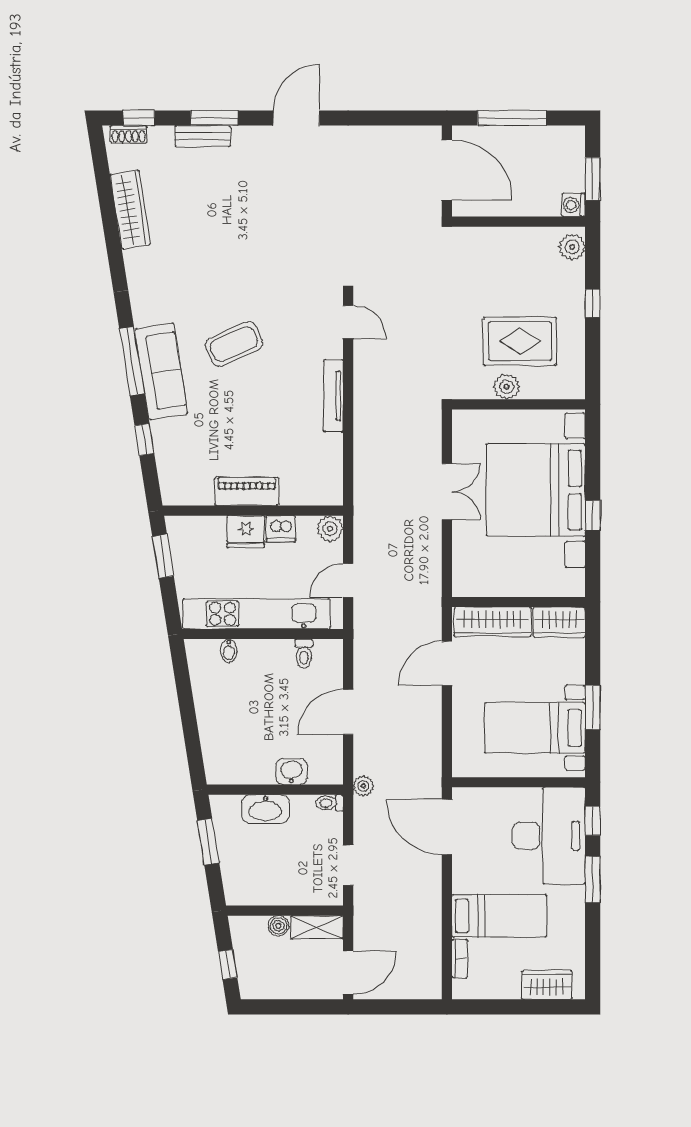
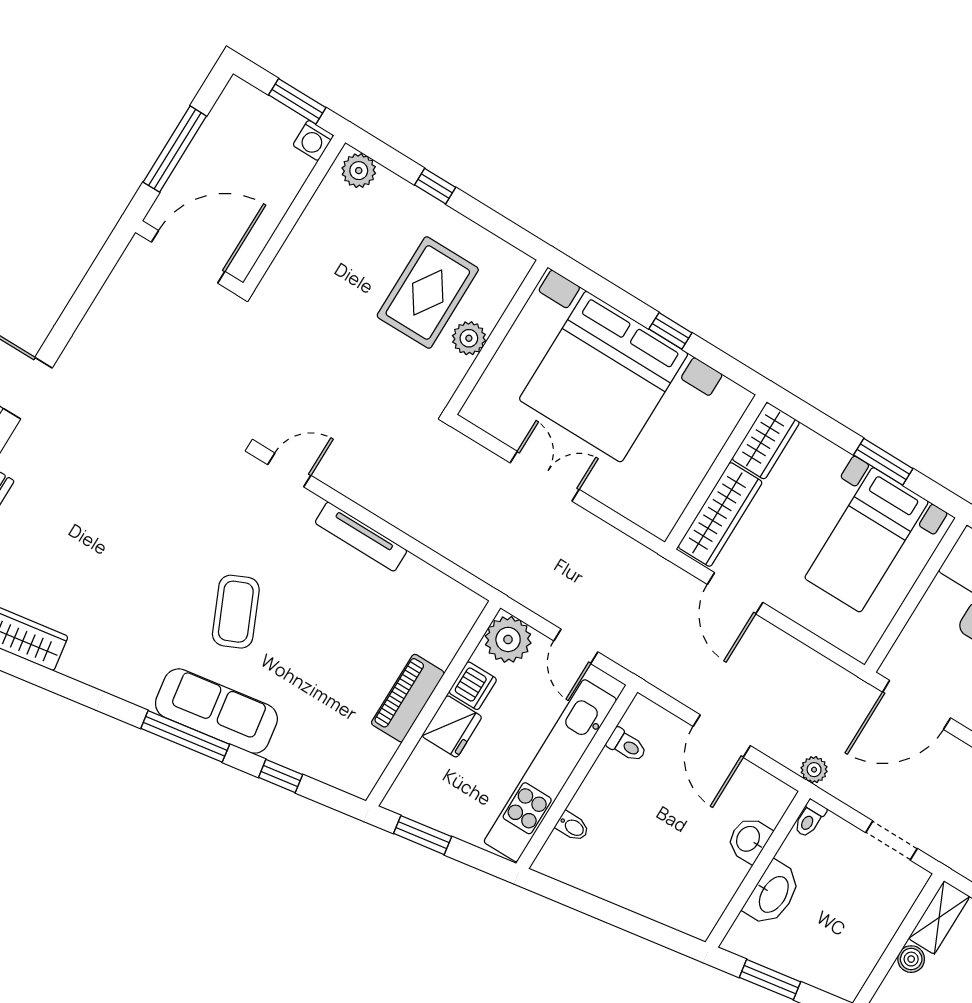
plant: (330, 529) -> (508, 639), width x1.36, depth x1.36

